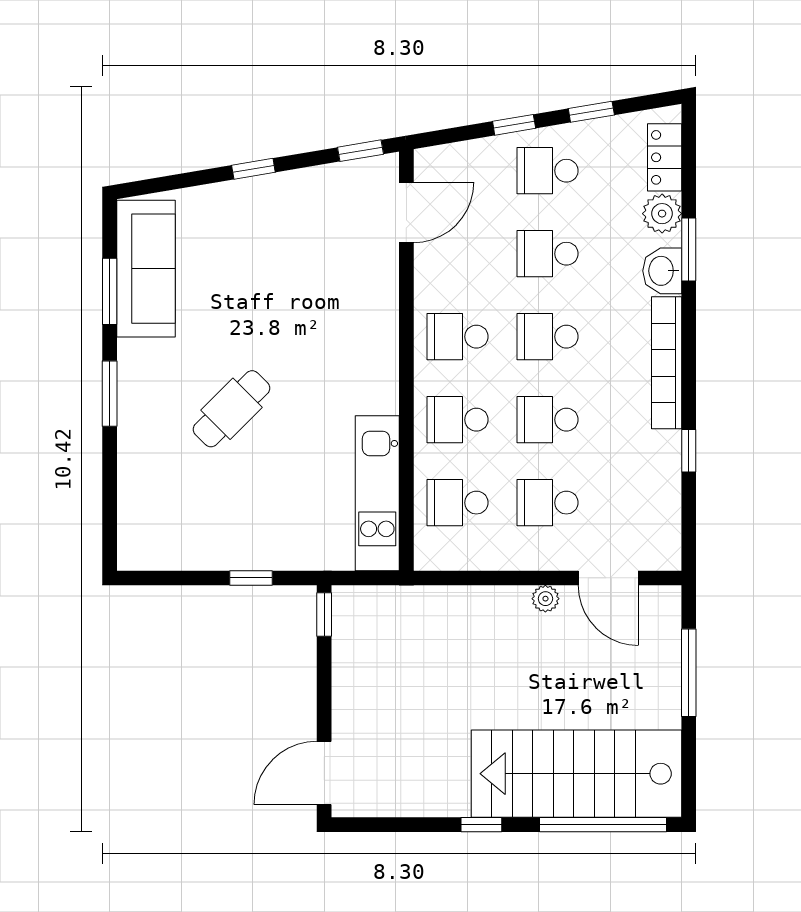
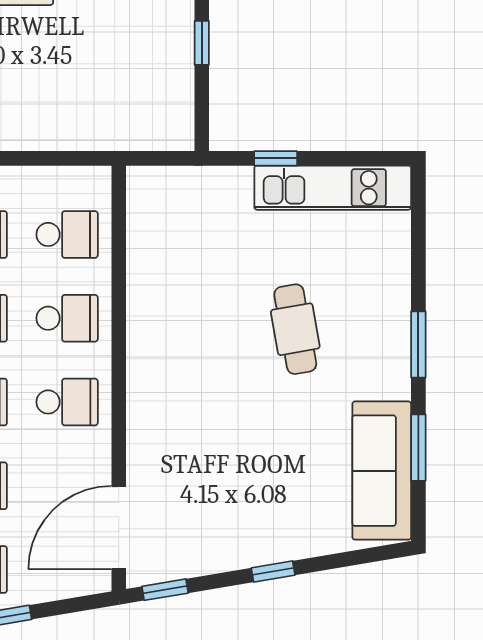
door: (406, 212) -> (119, 527), width x1.36
cafe table: (231, 409) -> (295, 329), turned -55
kitchen unit: (377, 493) -> (333, 188), moved, turned 90
window: (324, 615) -> (202, 43), moved

